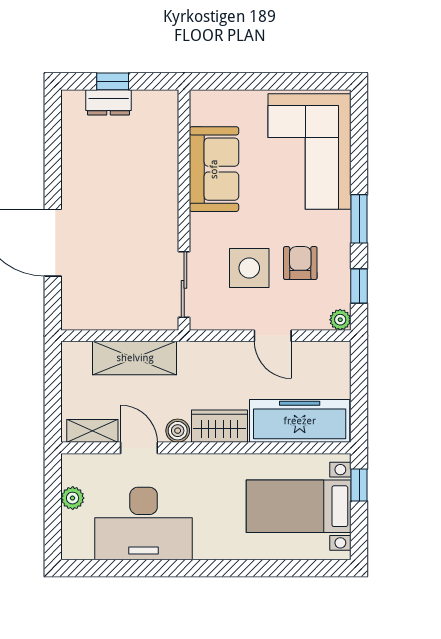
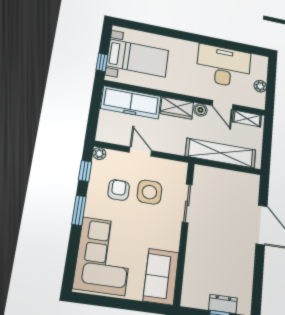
sofa: (214, 169) -> (161, 277), moved
armchair: (300, 263) -> (119, 190), turned 180
sliding door: (184, 284) -> (187, 203), moved
shelving: (135, 358) -> (221, 153), width x1.47

